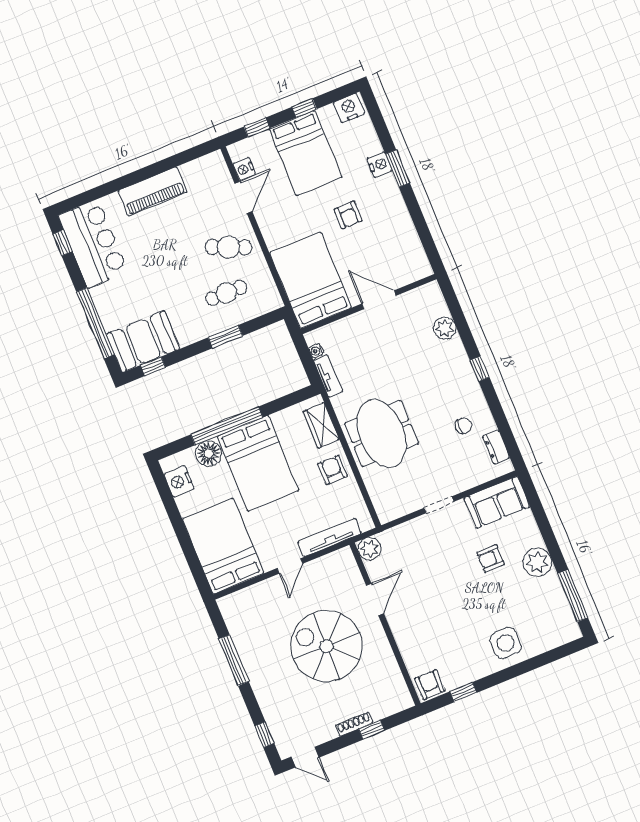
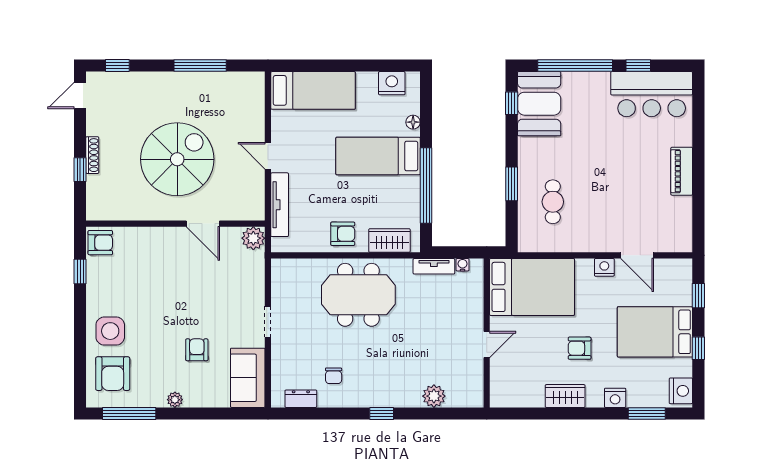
window: (398, 168) -> (647, 413), moved
nightstand: (244, 169) -> (604, 267), moved
piano: (153, 191) -> (682, 171), width x0.73, depth x0.75
wardrobe: (396, 210) -> (565, 396), added
window: (63, 243) -> (638, 65), moved
cafe table: (228, 247) -> (596, 222), removed
door: (379, 300) -> (487, 345), width x0.73
window: (227, 426) -> (426, 186), moved
floor lamp: (209, 454) -> (413, 122), width x0.53, depth x0.53
bed: (258, 463) -> (378, 156), width x0.67
bed: (223, 546) -> (313, 90), width x0.67
plant: (537, 562) -> (175, 400), width x0.53, depth x0.53
armchair: (543, 625) -> (113, 374), added

